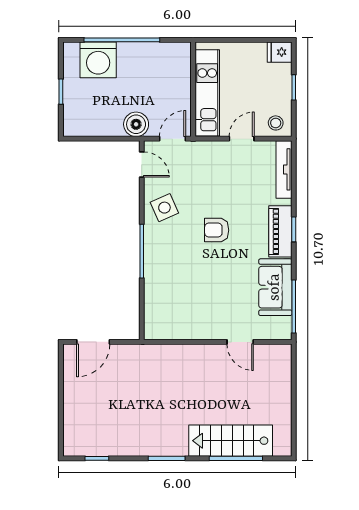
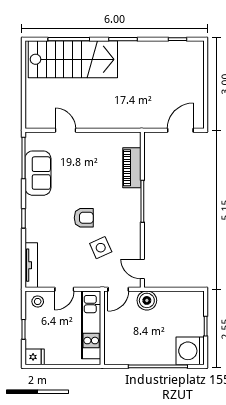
washing machine: (98, 60) -> (190, 351), moved, turned -90
side table: (164, 208) -> (101, 248), moved
piano: (280, 231) -> (132, 168), moved, turned 180
stairs: (231, 441) -> (73, 59), width x1.36, depth x1.51

